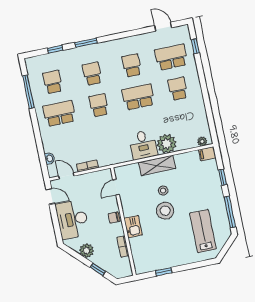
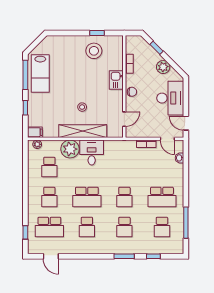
school desk: (184, 120) -> (49, 167), added
shelving: (157, 165) -> (83, 131), width x1.47
stool: (165, 211) -> (94, 51), moved
lab bench: (203, 231) -> (40, 73), moved

